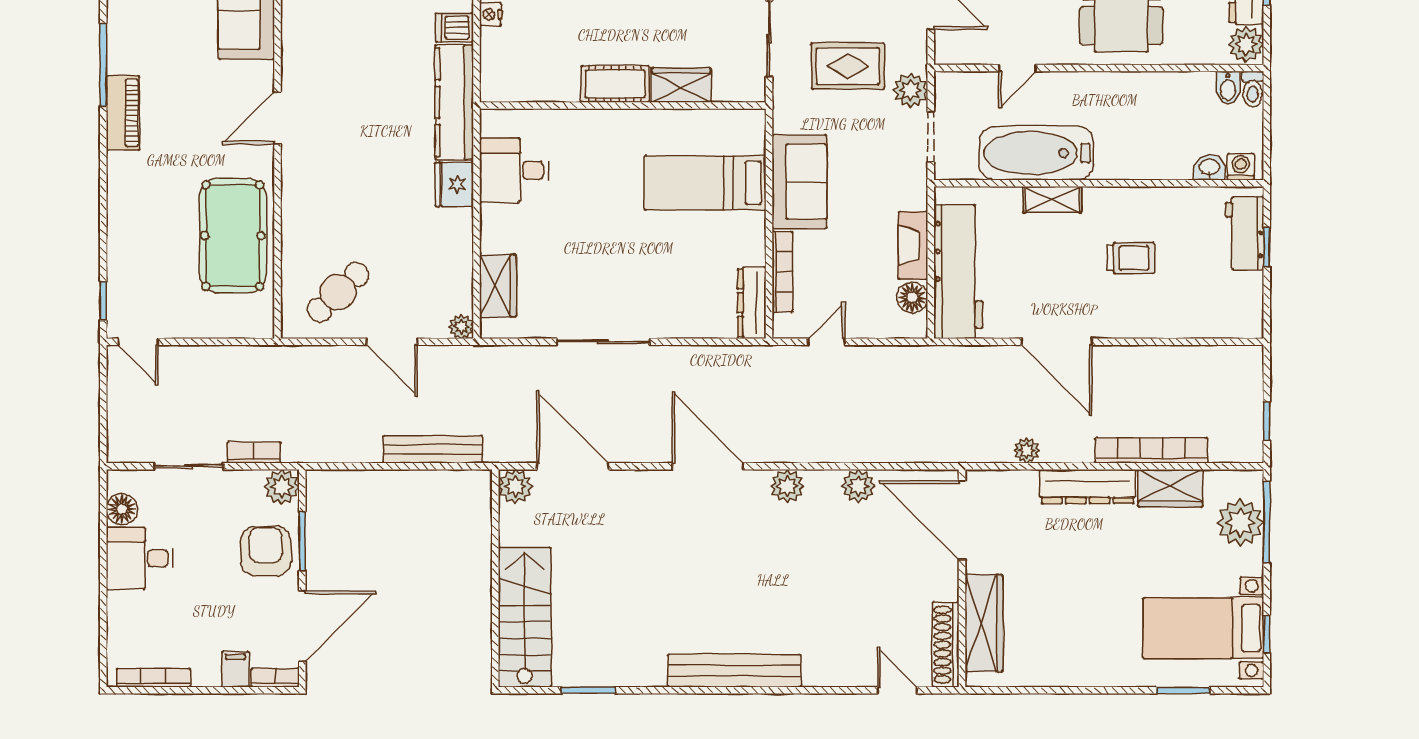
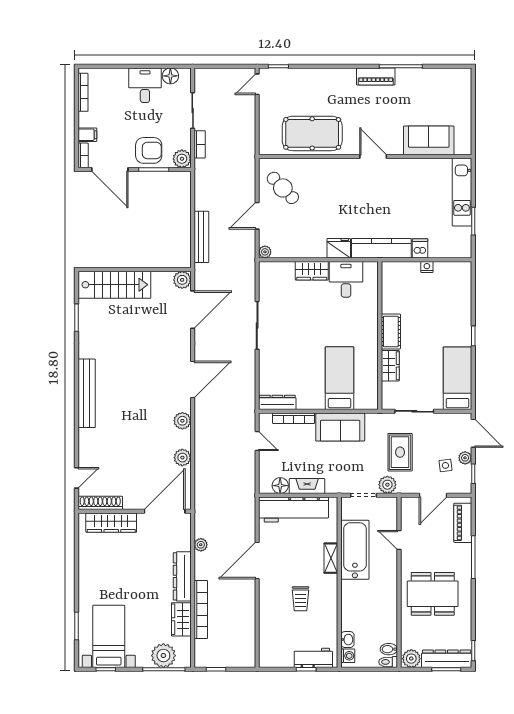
wardrobe: (498, 286) -> (312, 271), moved

